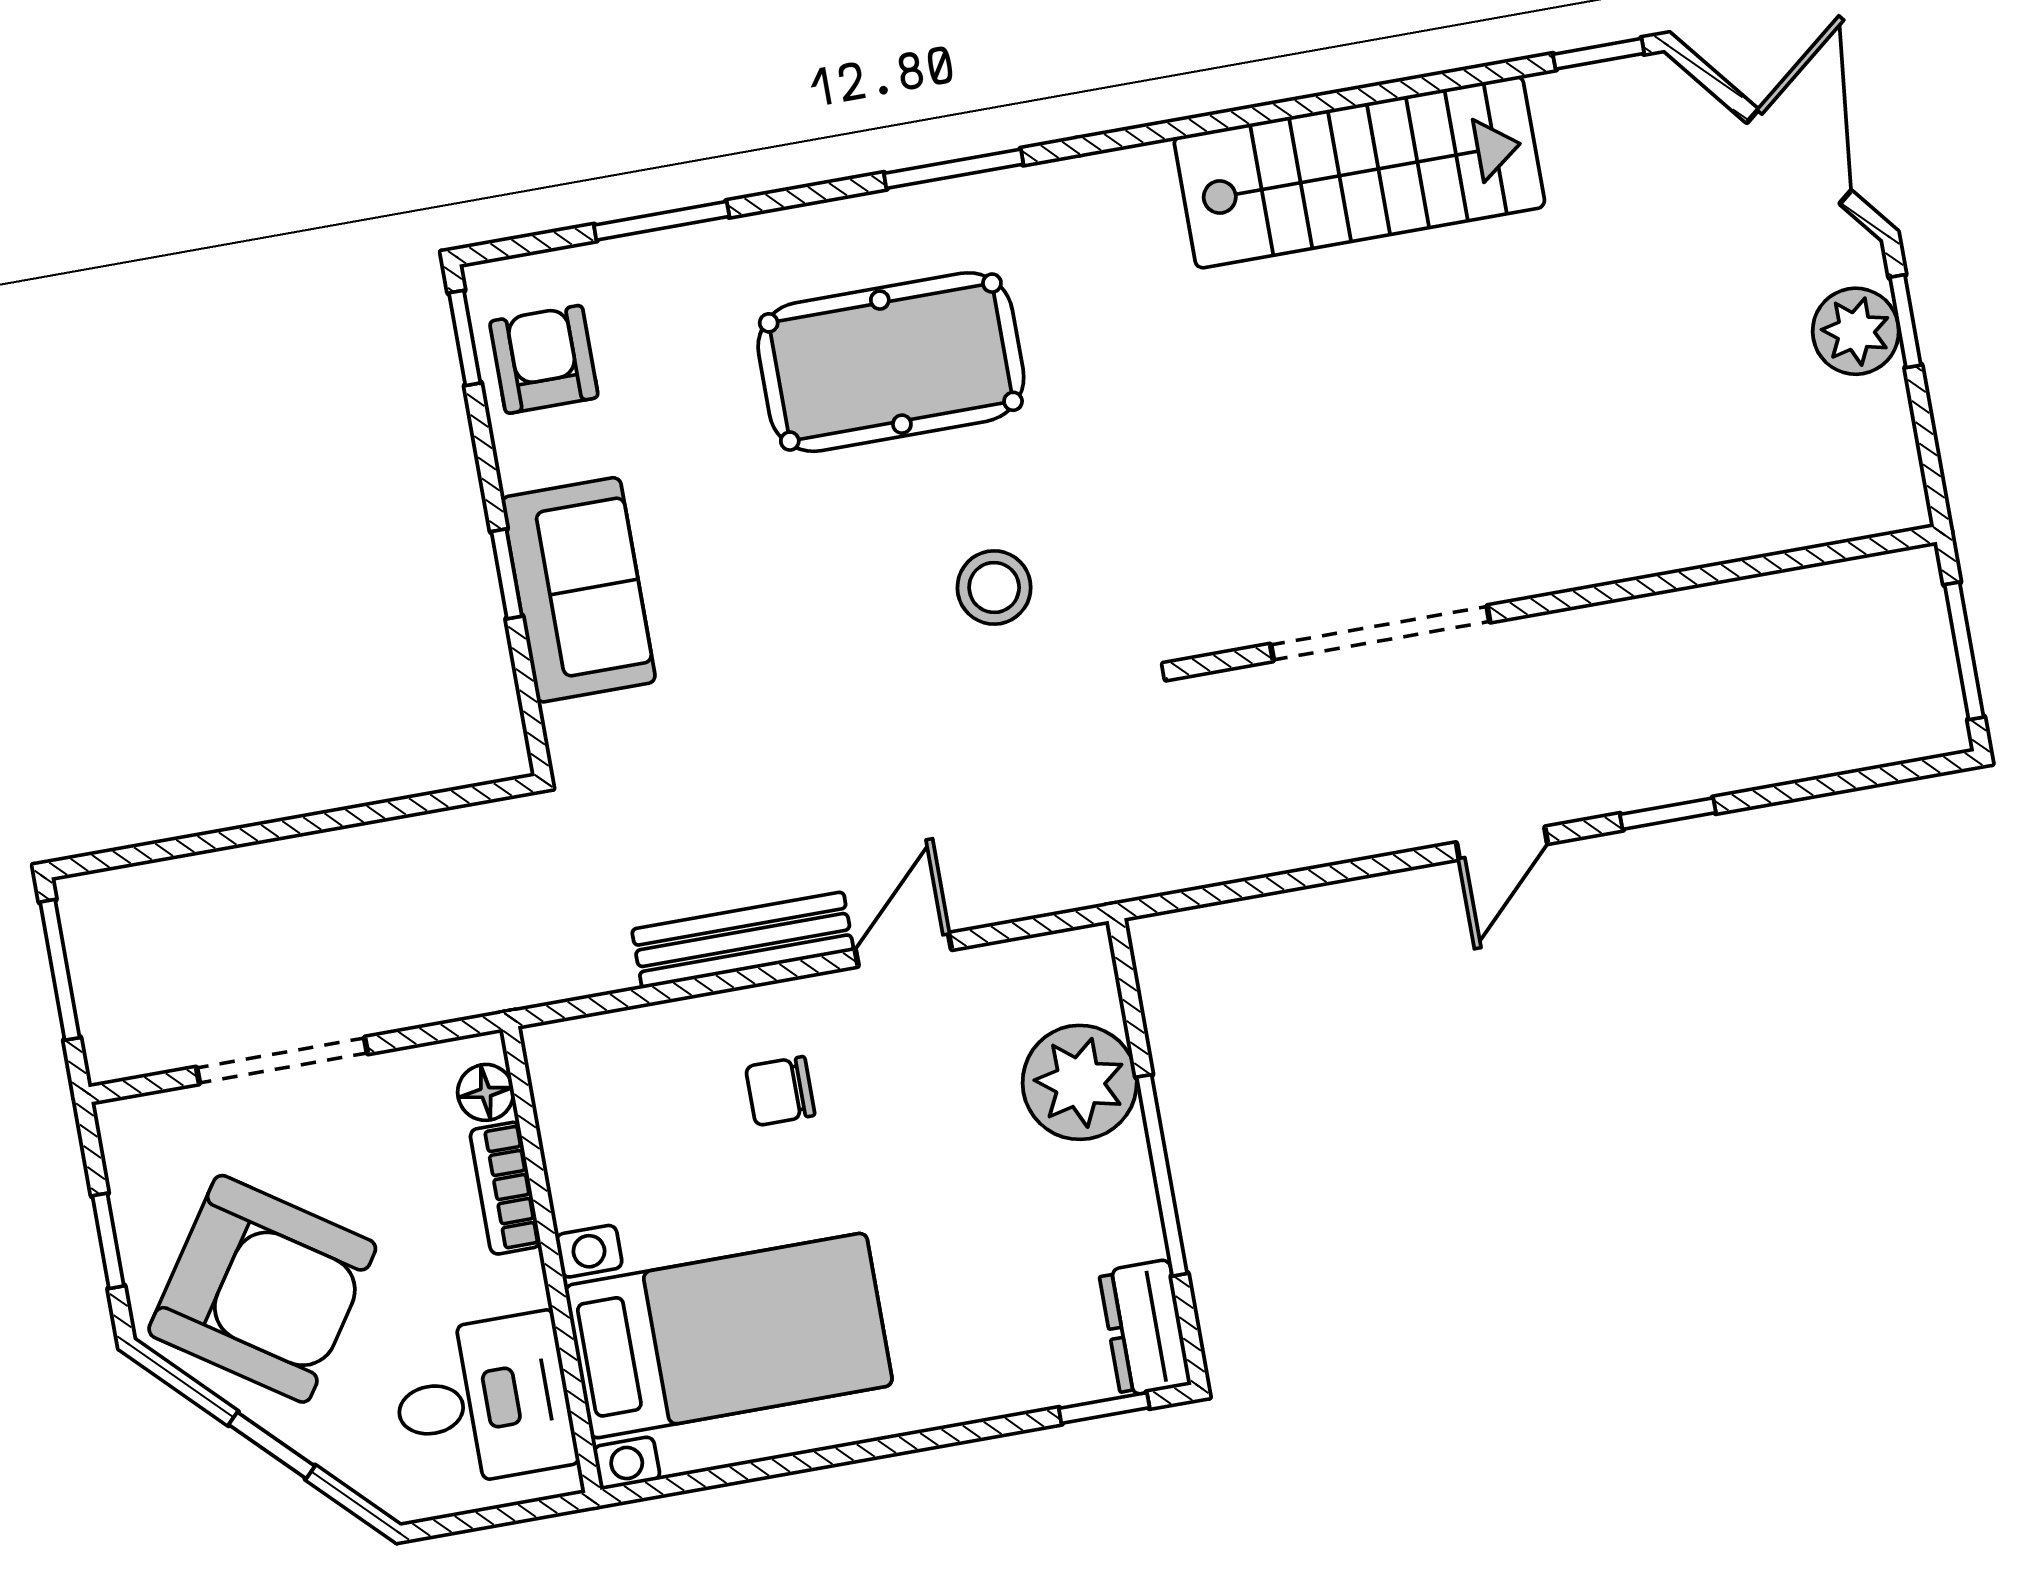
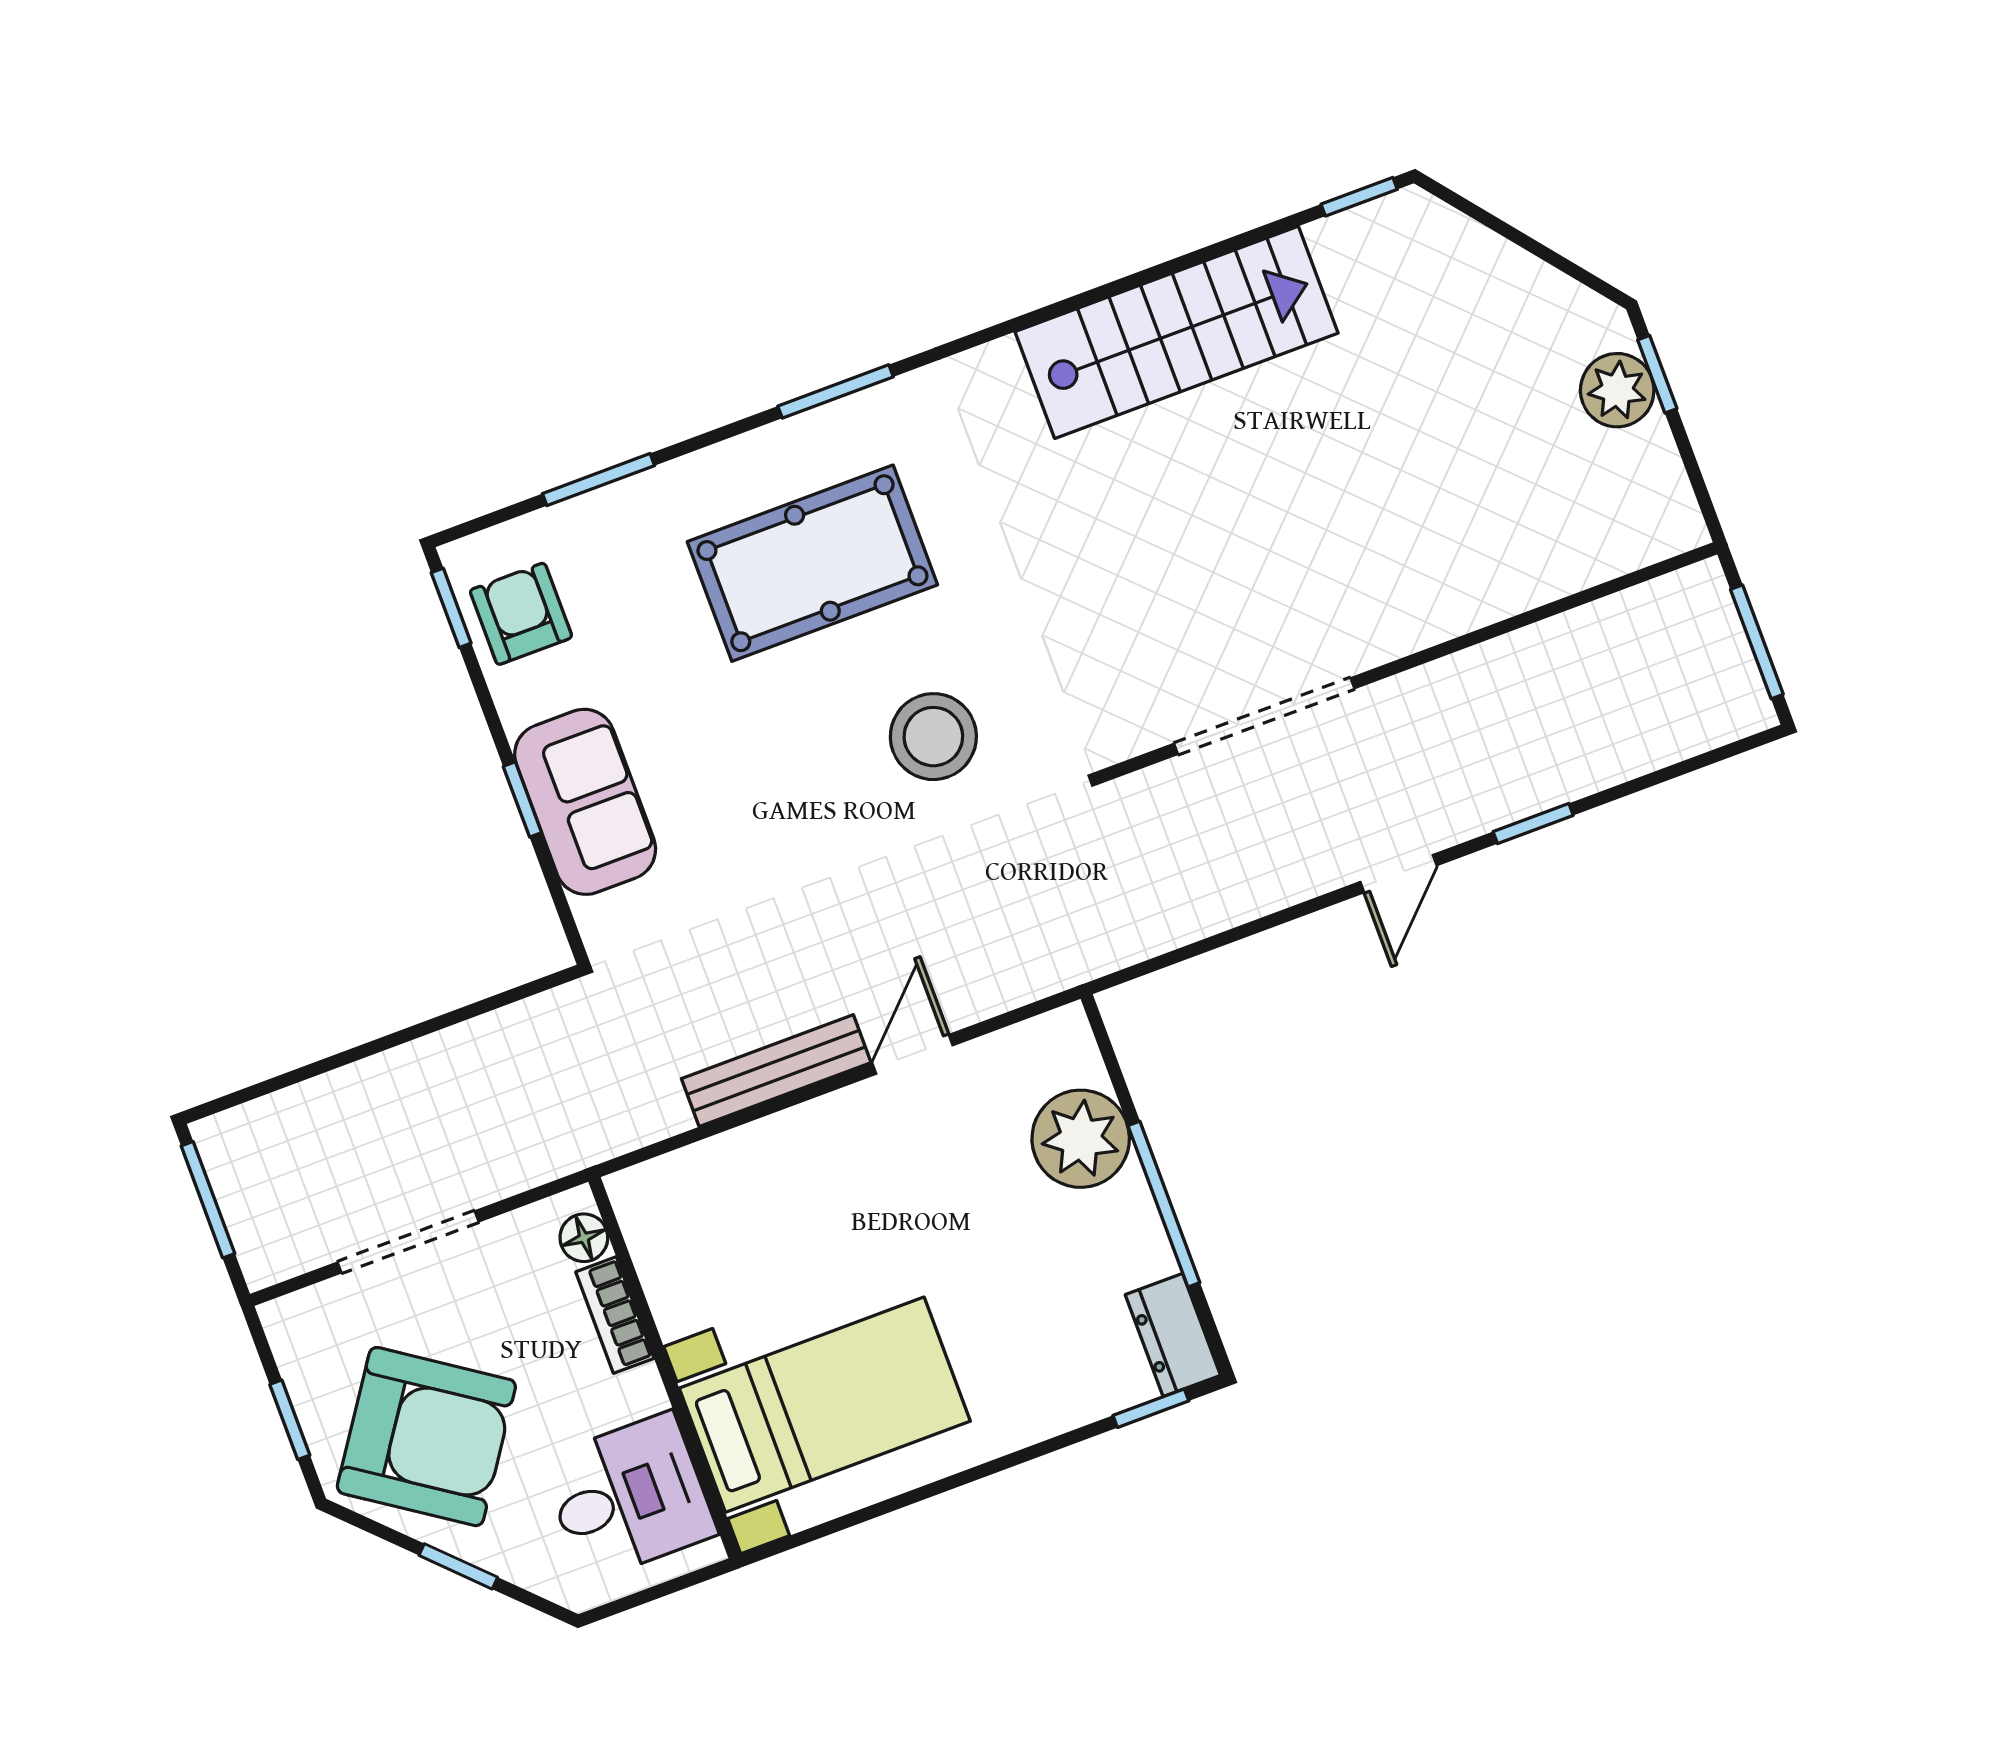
door: (1799, 157) -> (1543, 252), removed
stool: (994, 587) -> (933, 737), width x1.38, depth x1.38
chair: (780, 1091) -> (831, 1192), removed

